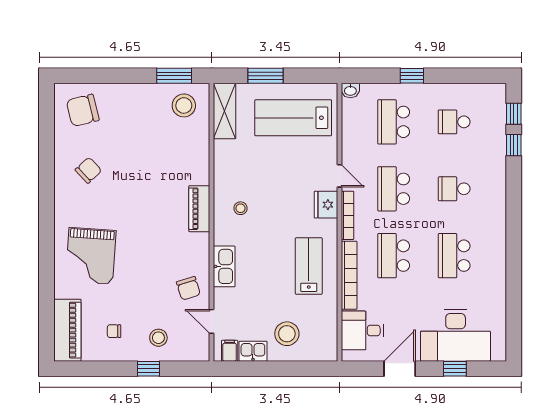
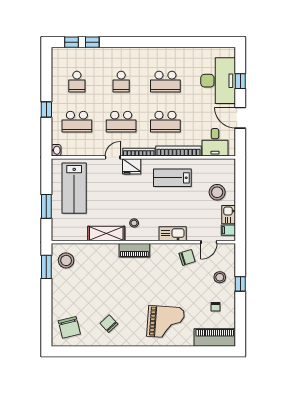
shelving: (225, 111) -> (106, 234), moved

